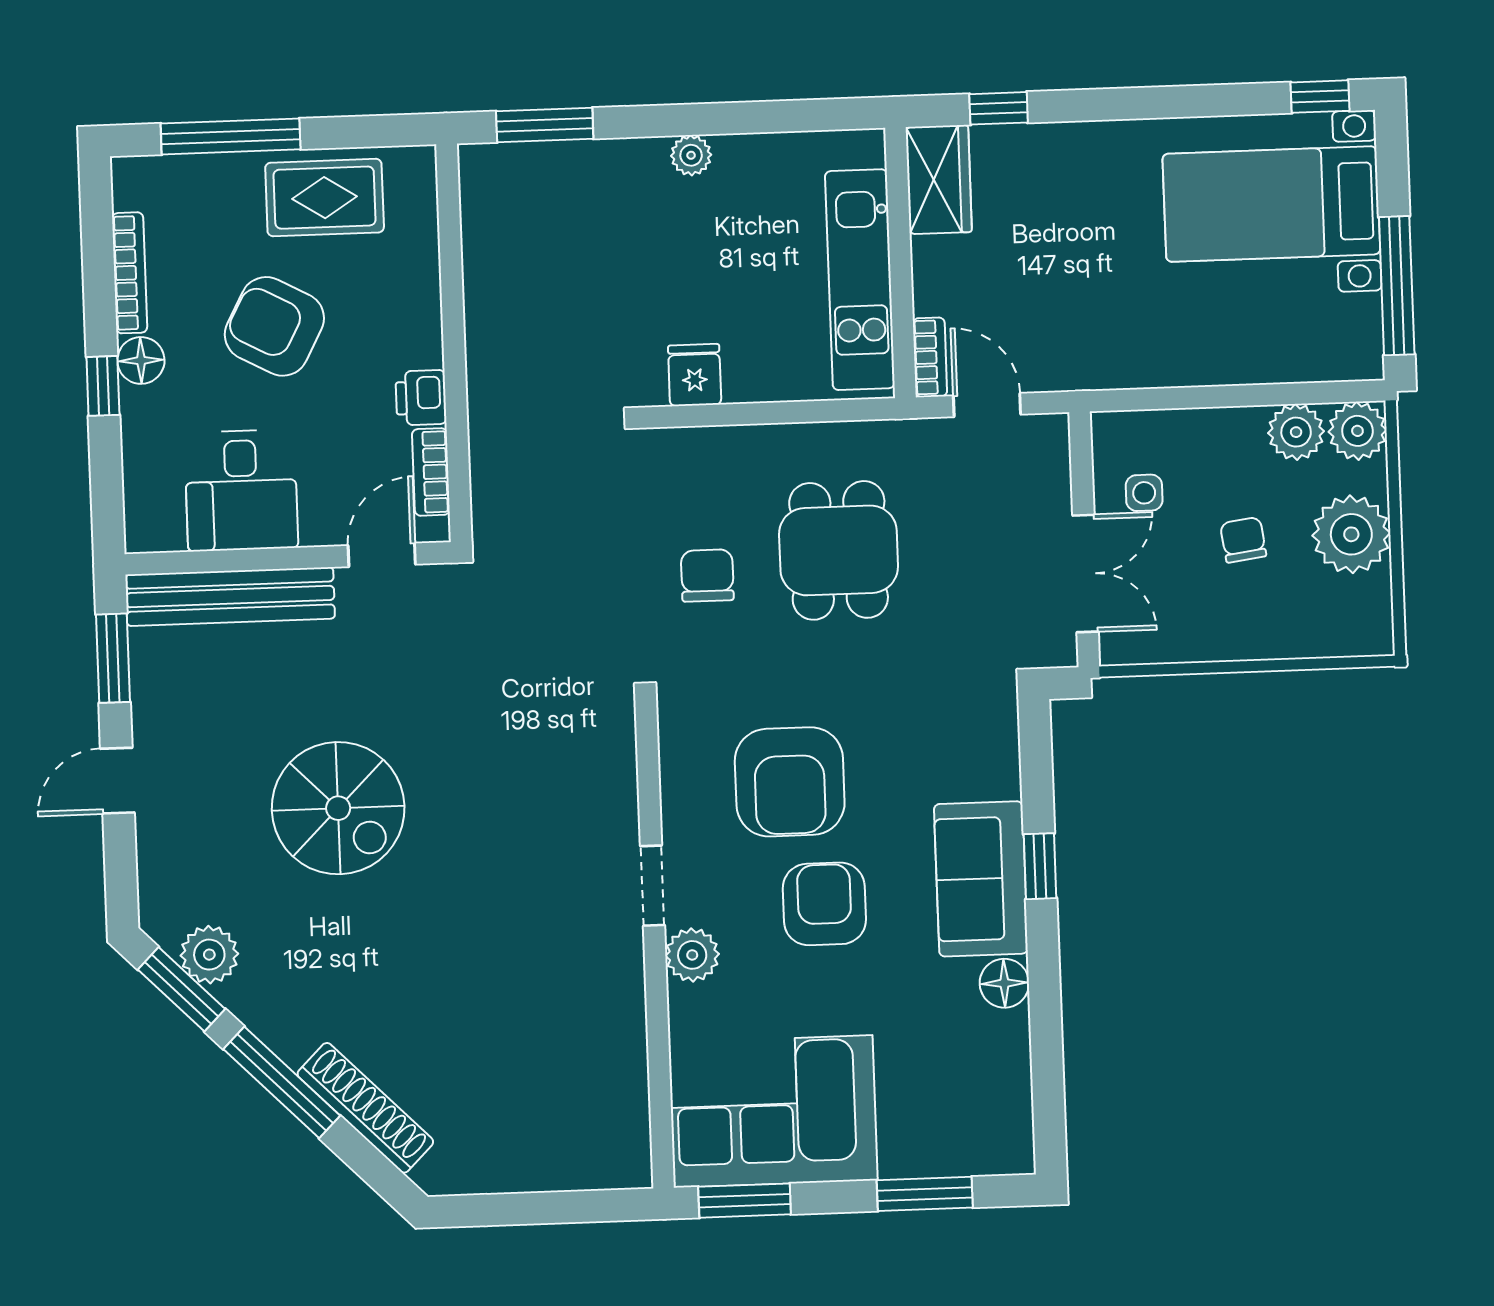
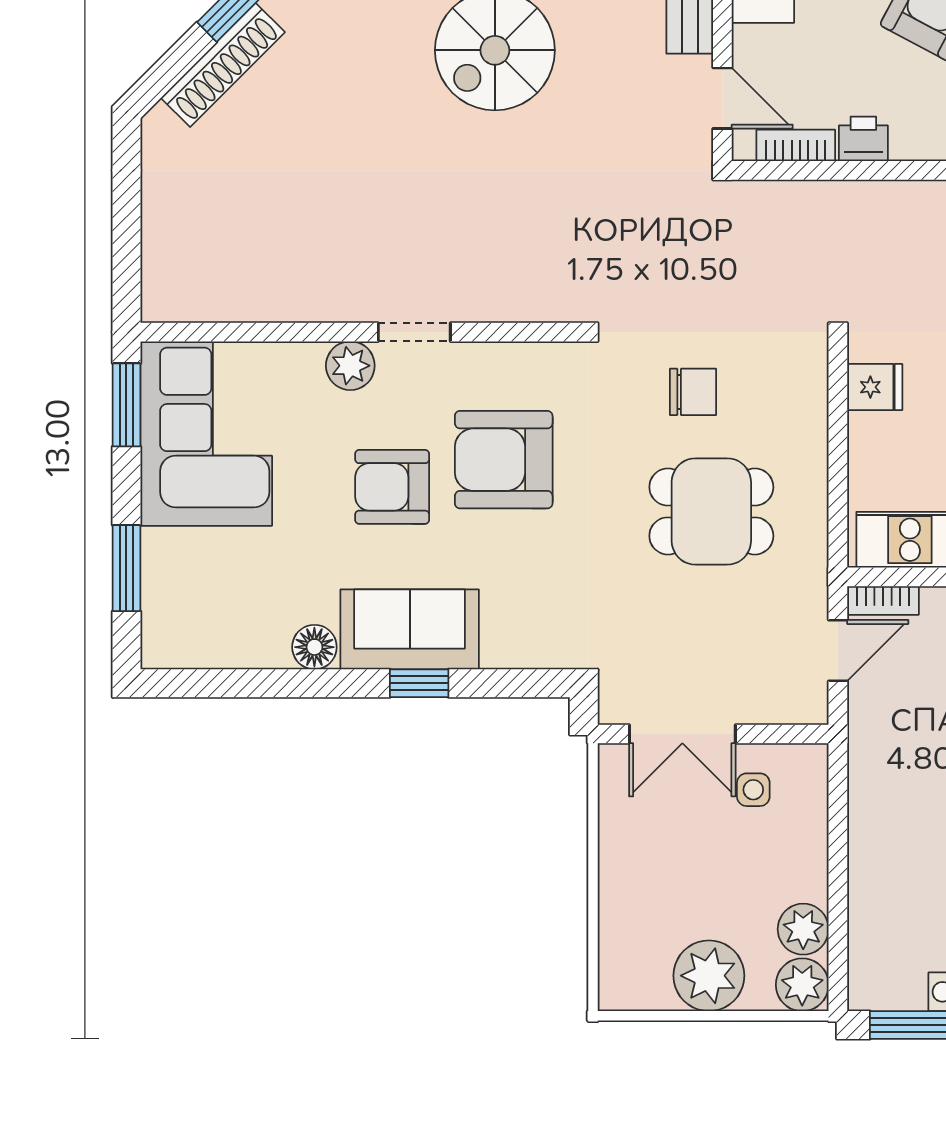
chair: (1243, 540) -> (708, 878), removed
armchair: (824, 904) -> (392, 487), turned 180

